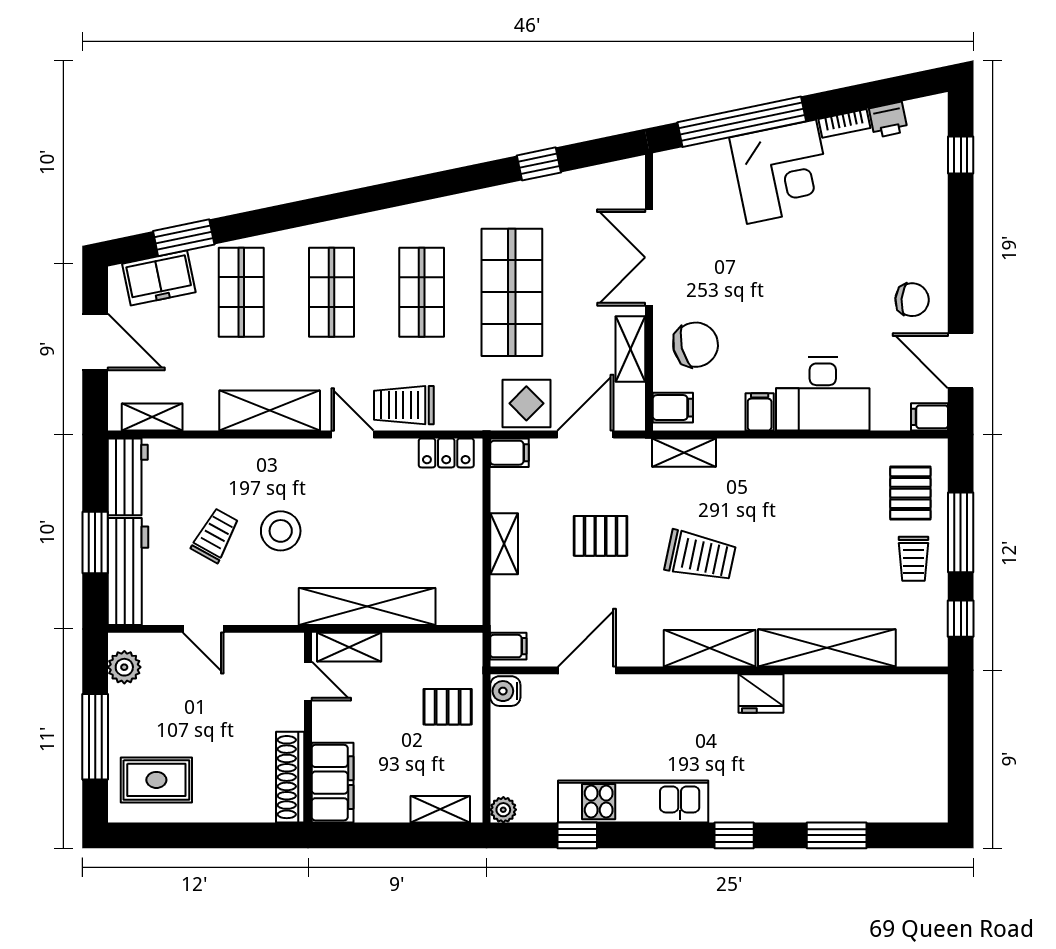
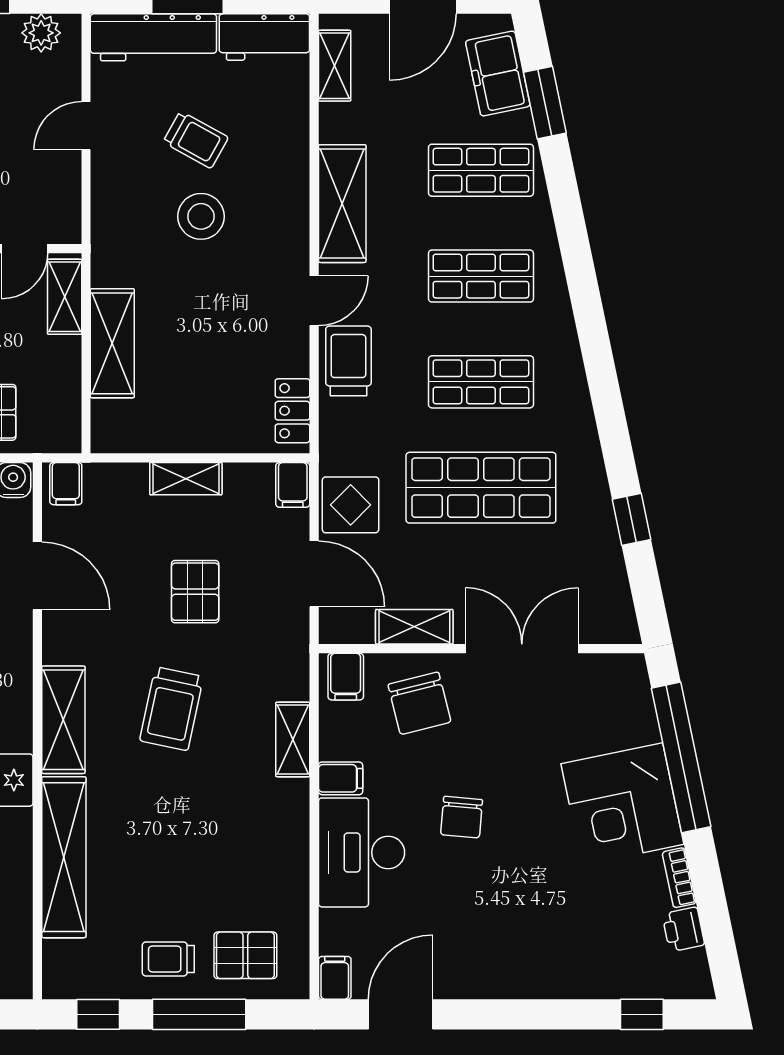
chair: (912, 300) -> (462, 817), moved
shelving: (684, 453) -> (293, 740), moved
shelving: (367, 606) -> (112, 343), width x0.68

